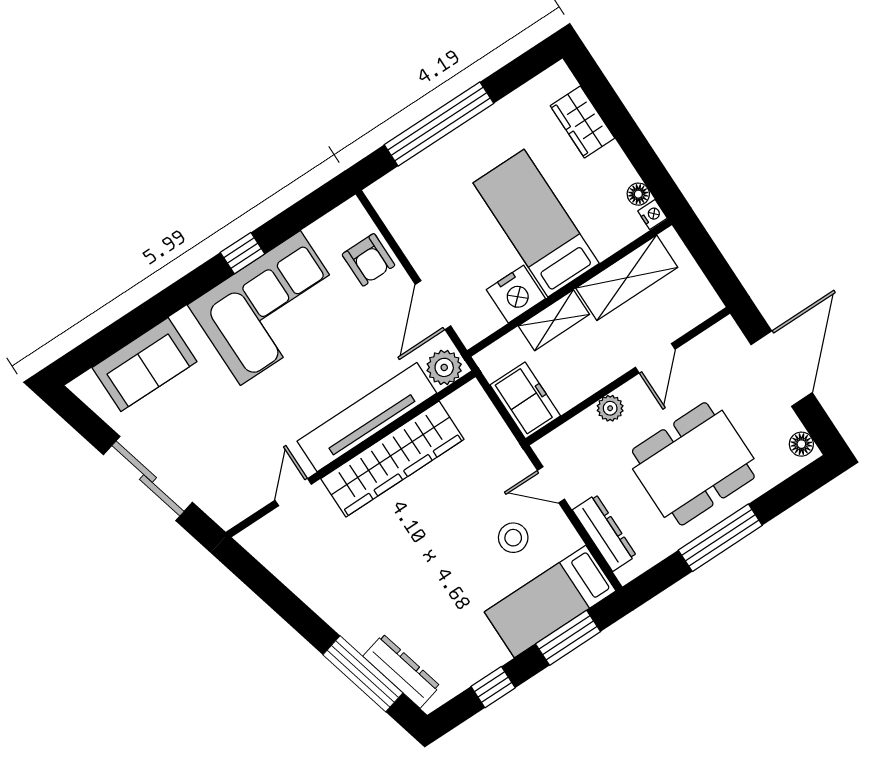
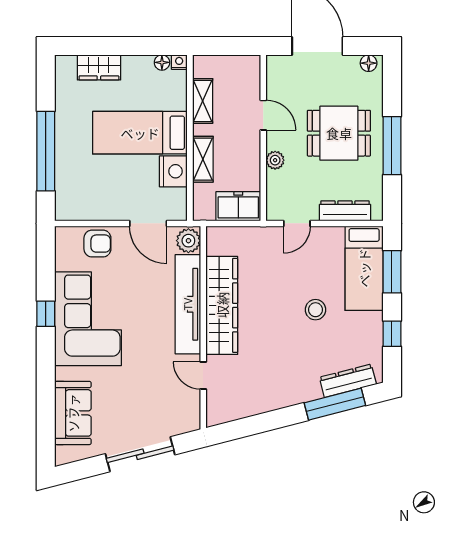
shelving: (627, 278) -> (203, 101), width x0.67, depth x0.75
dining table: (693, 464) -> (339, 133), width x0.73
stool: (513, 538) -> (315, 310), moved

